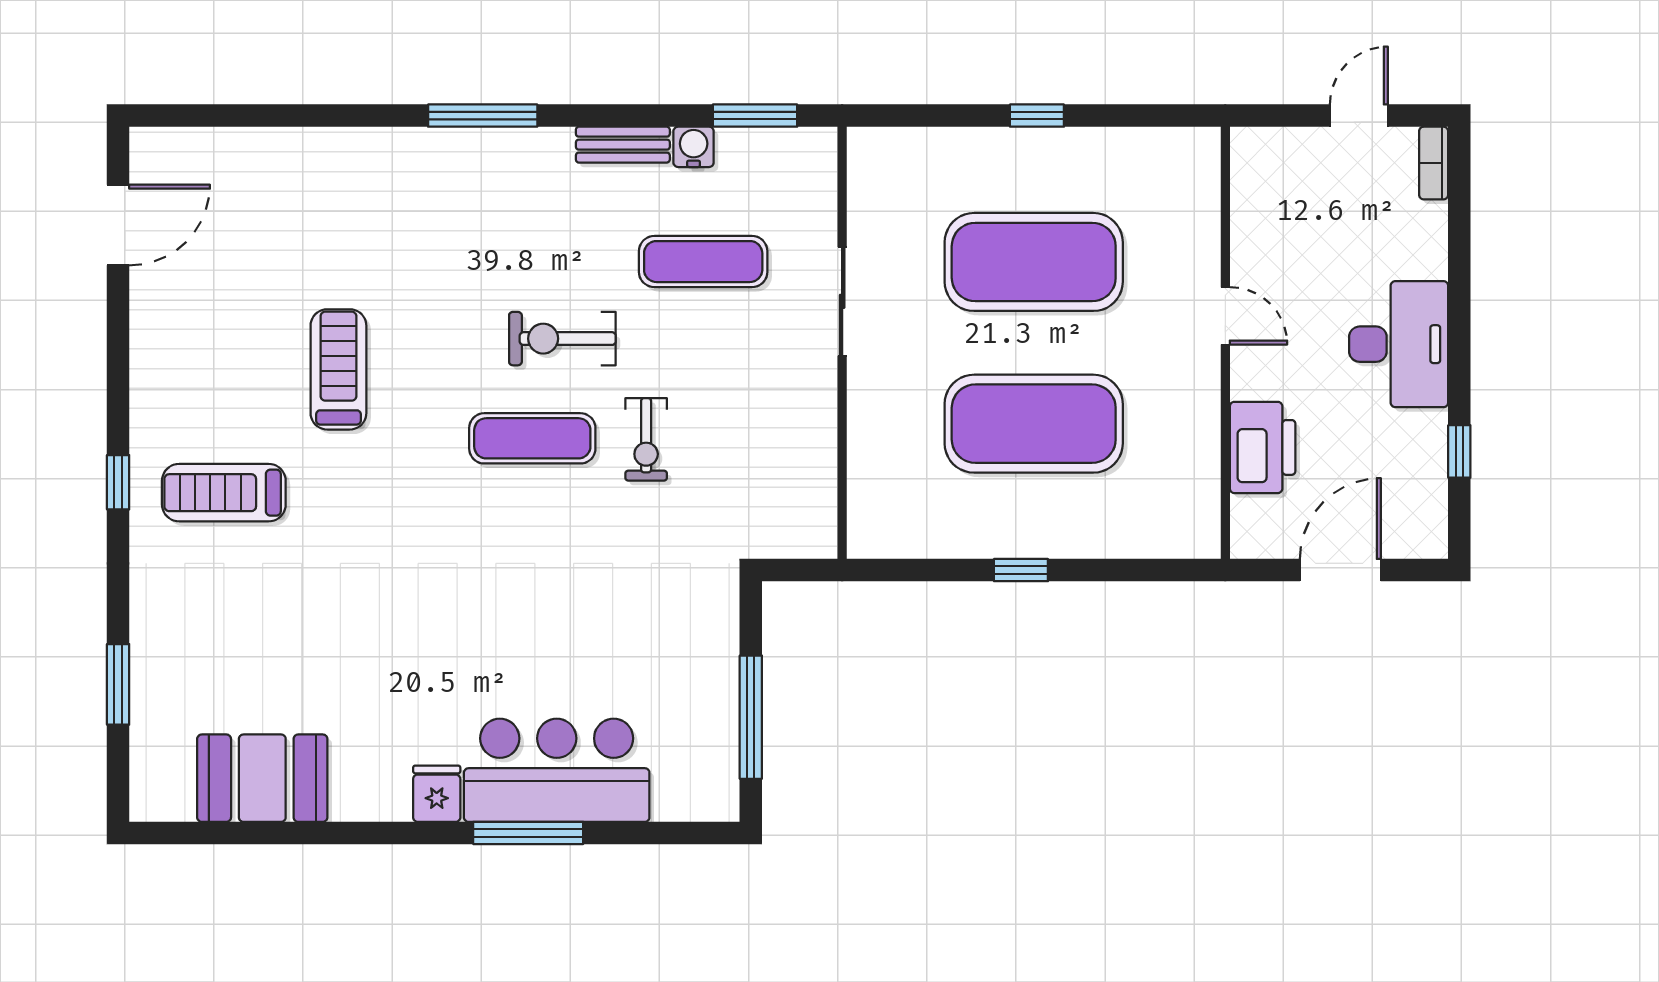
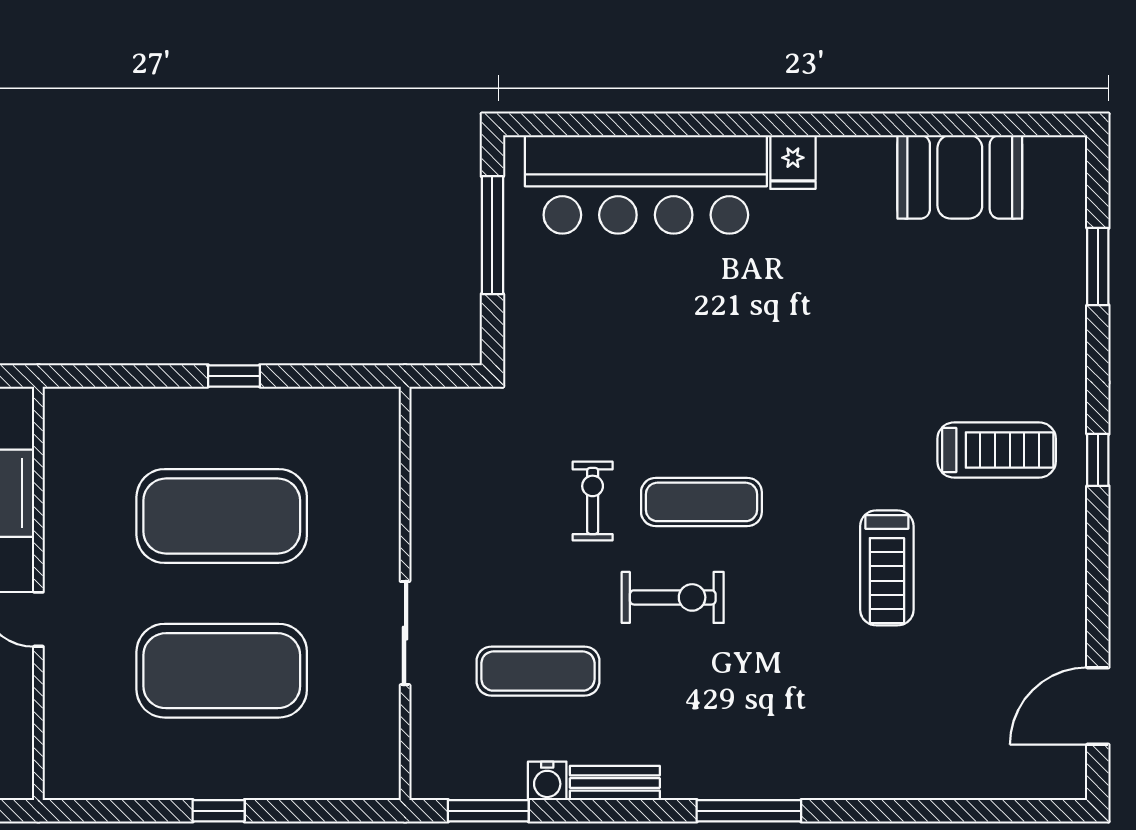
bar counter: (557, 770) -> (646, 184), width x1.36
window: (528, 833) -> (705, 124), removed

